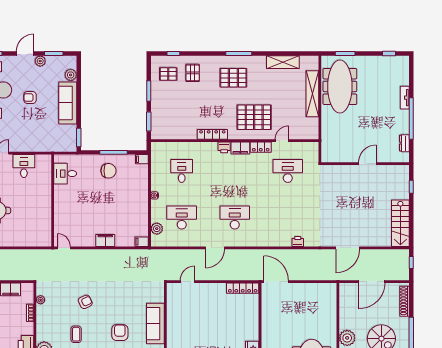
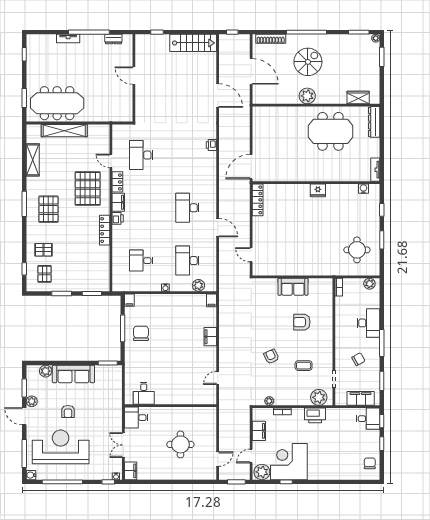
desk: (65, 174) -> (144, 393), moved
wall: (53, 201) -> (171, 406), moved
sofa: (155, 324) -> (293, 287), width x0.73

